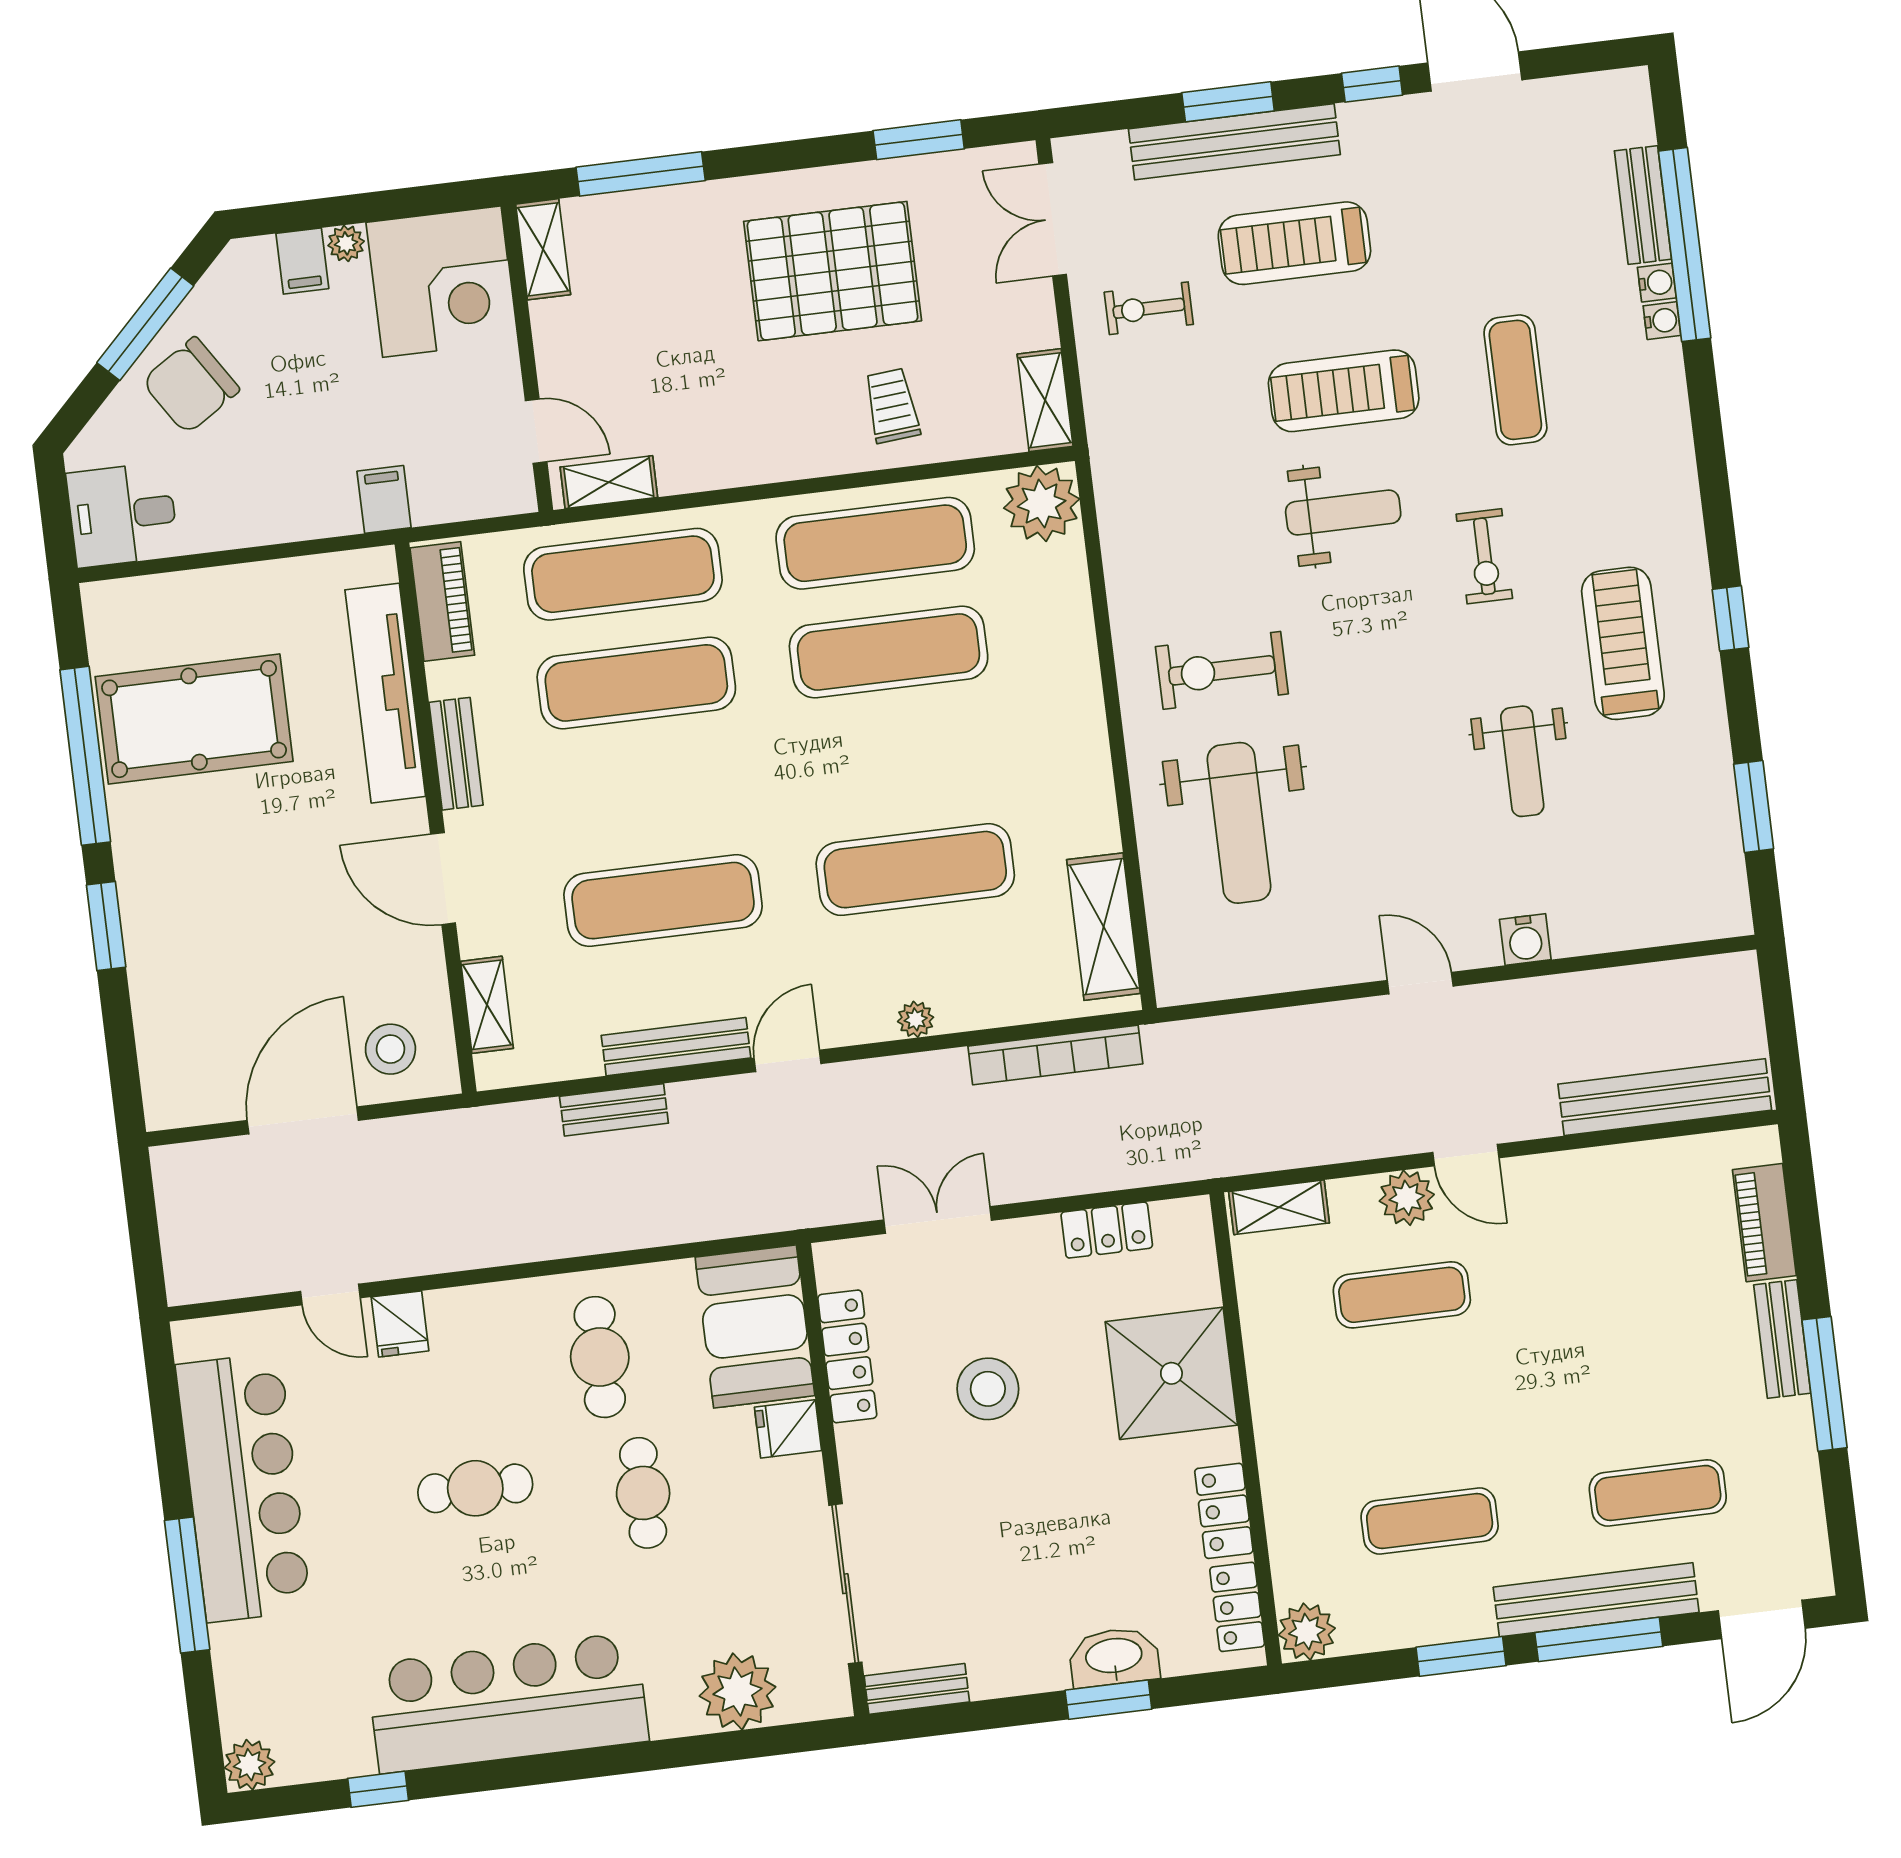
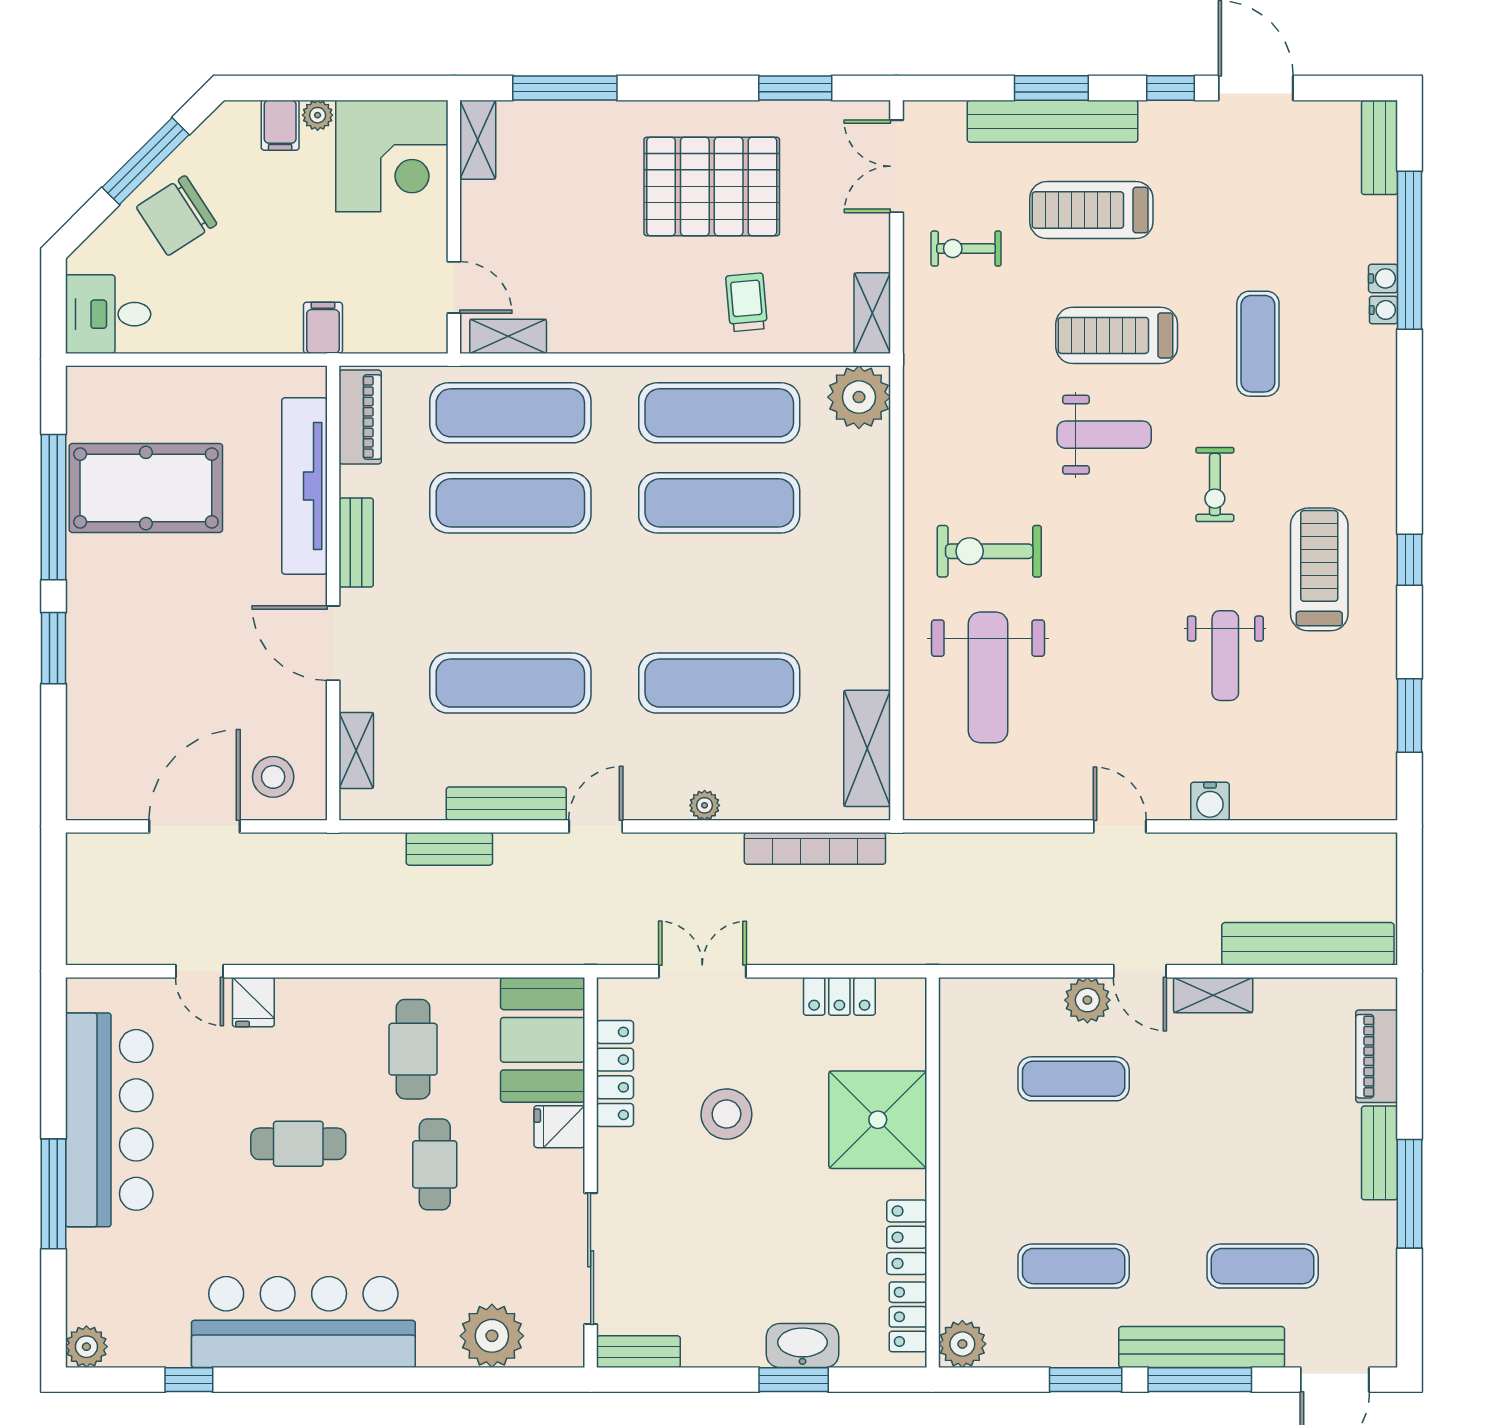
bench: (1643, 205) -> (1379, 148), moved
shelving: (1279, 1207) -> (1213, 995), moved

